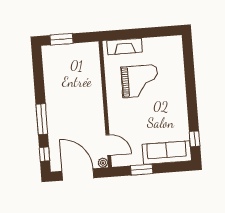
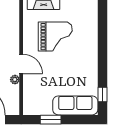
door: (108, 145) -> (21, 64), moved
plant: (103, 163) -> (15, 80), moved

